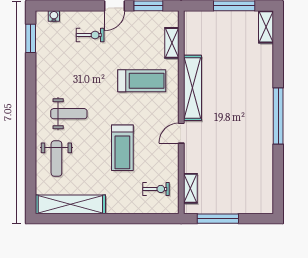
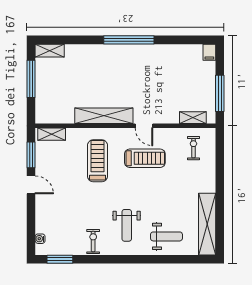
exercise bike: (90, 35) -> (93, 242), moved
shelving: (172, 43) -> (52, 134), moved
weight bench: (69, 114) -> (127, 225), turned 180
treadmill: (122, 148) -> (145, 158), moved
filing cabinet: (264, 207) -> (209, 52), added

